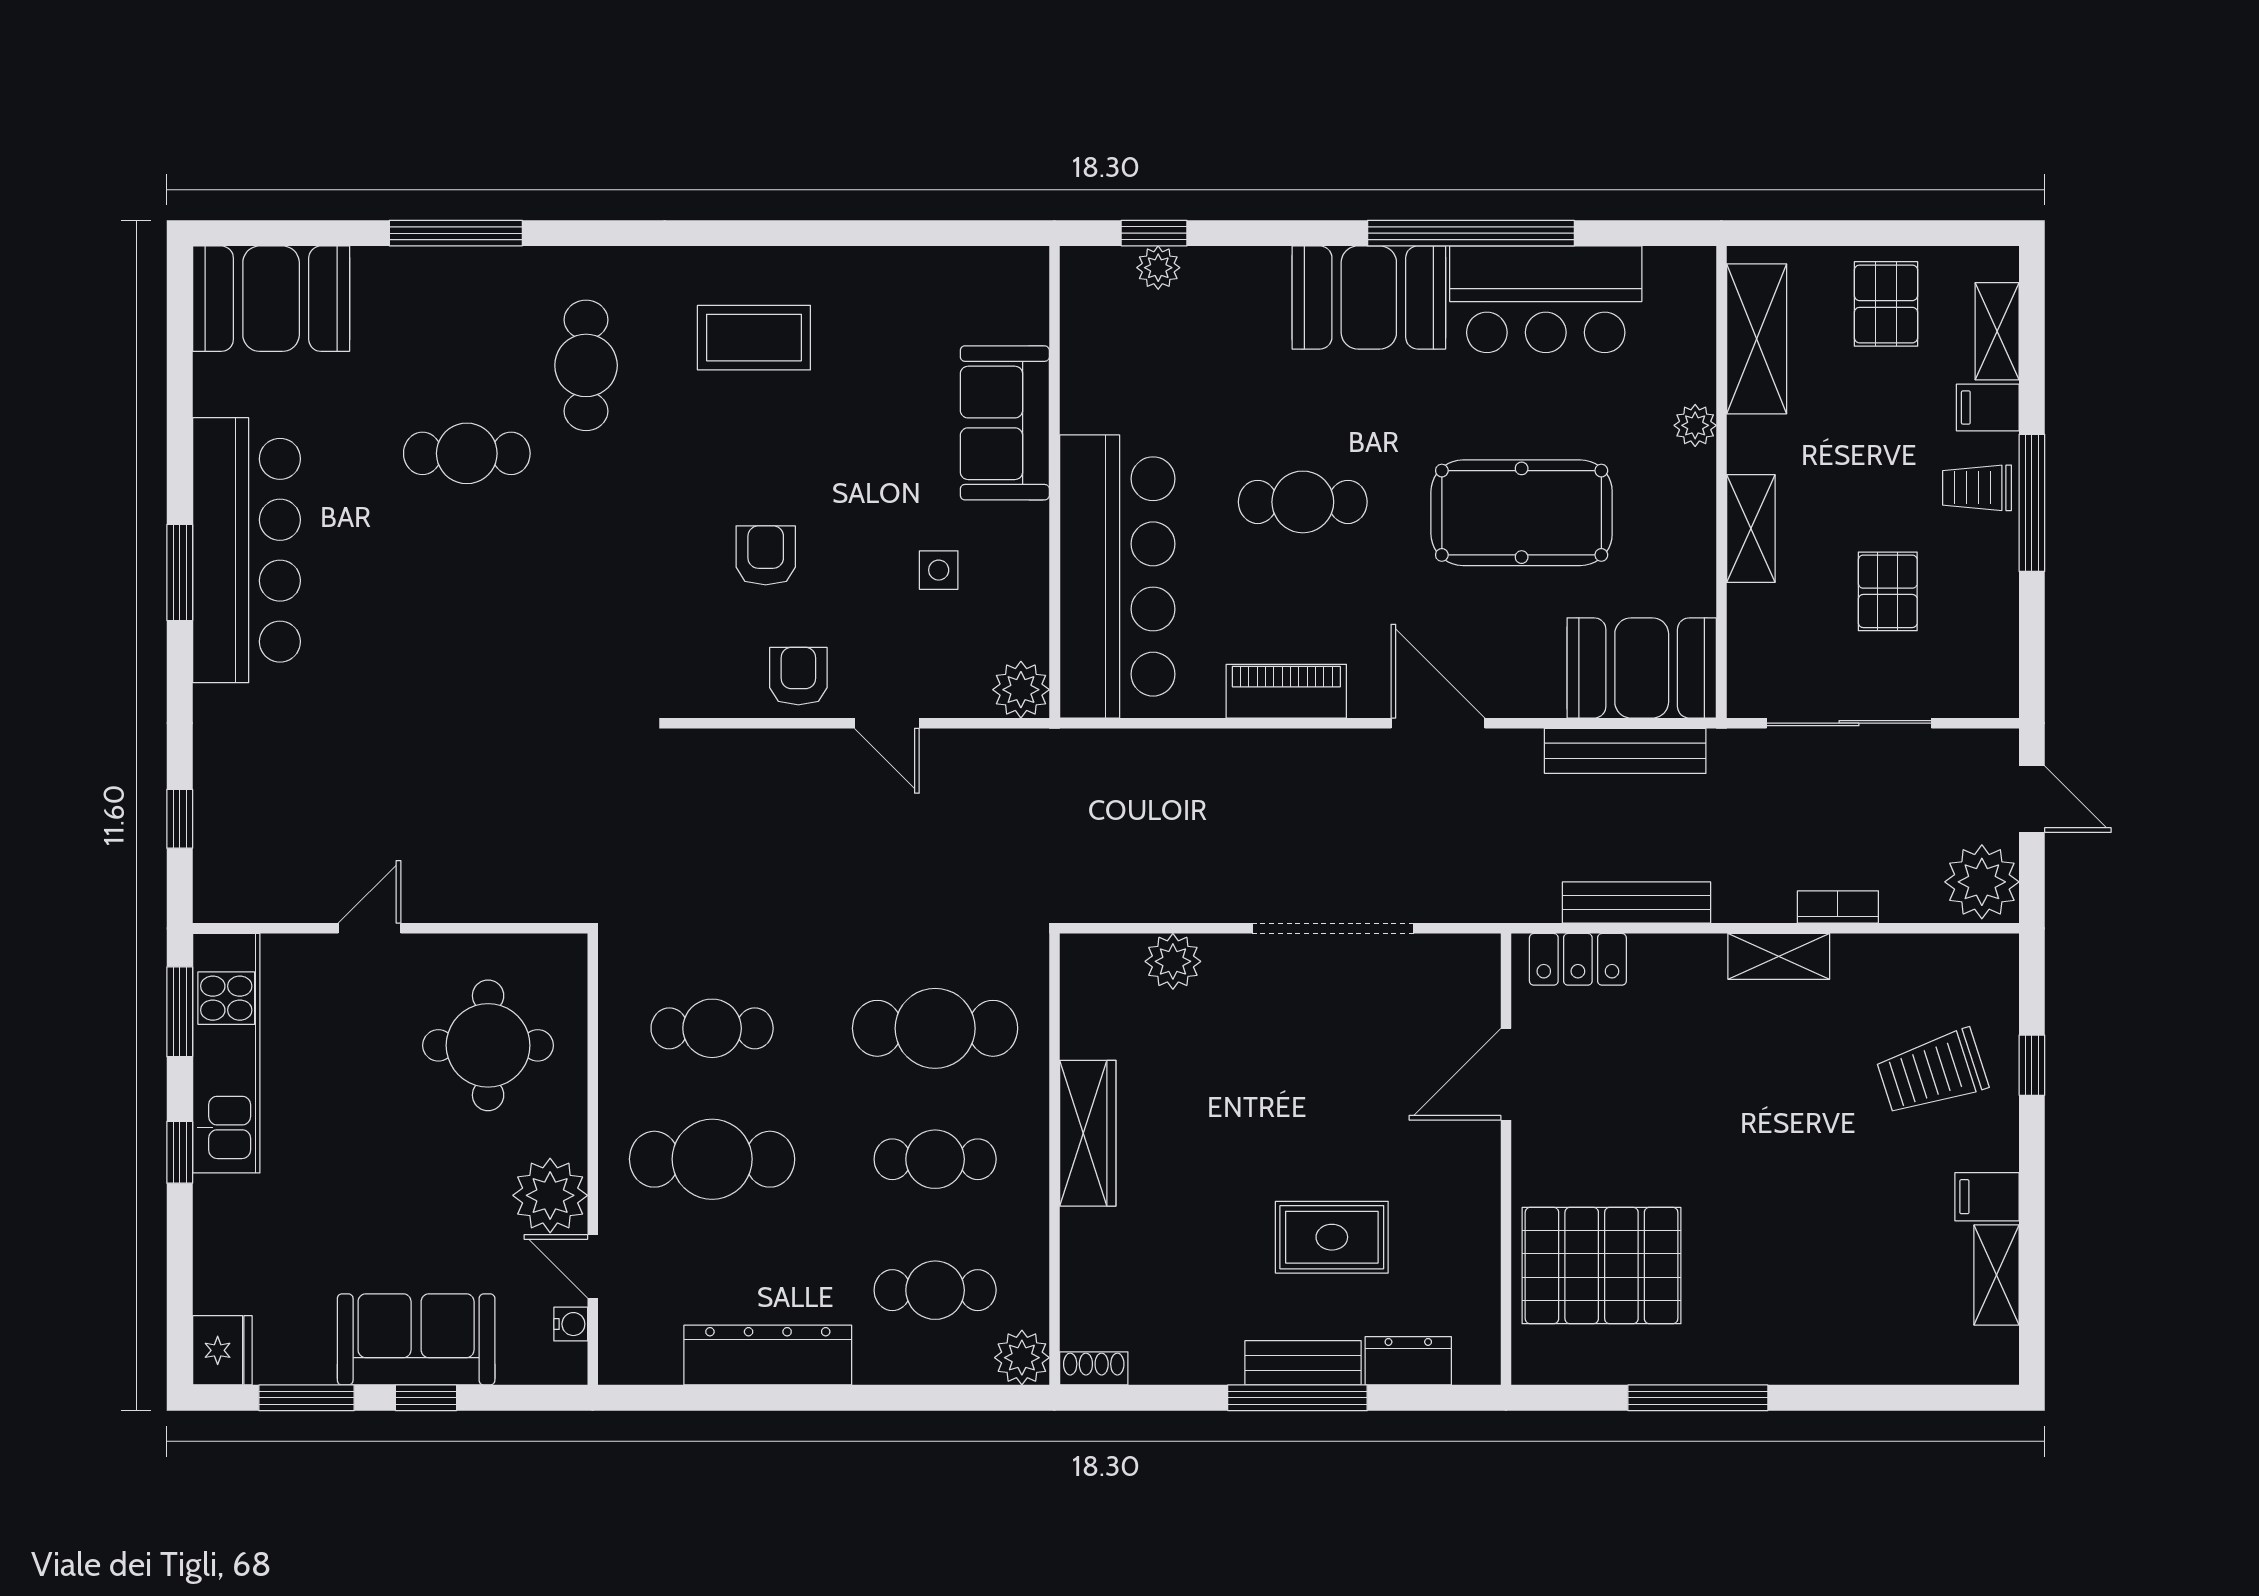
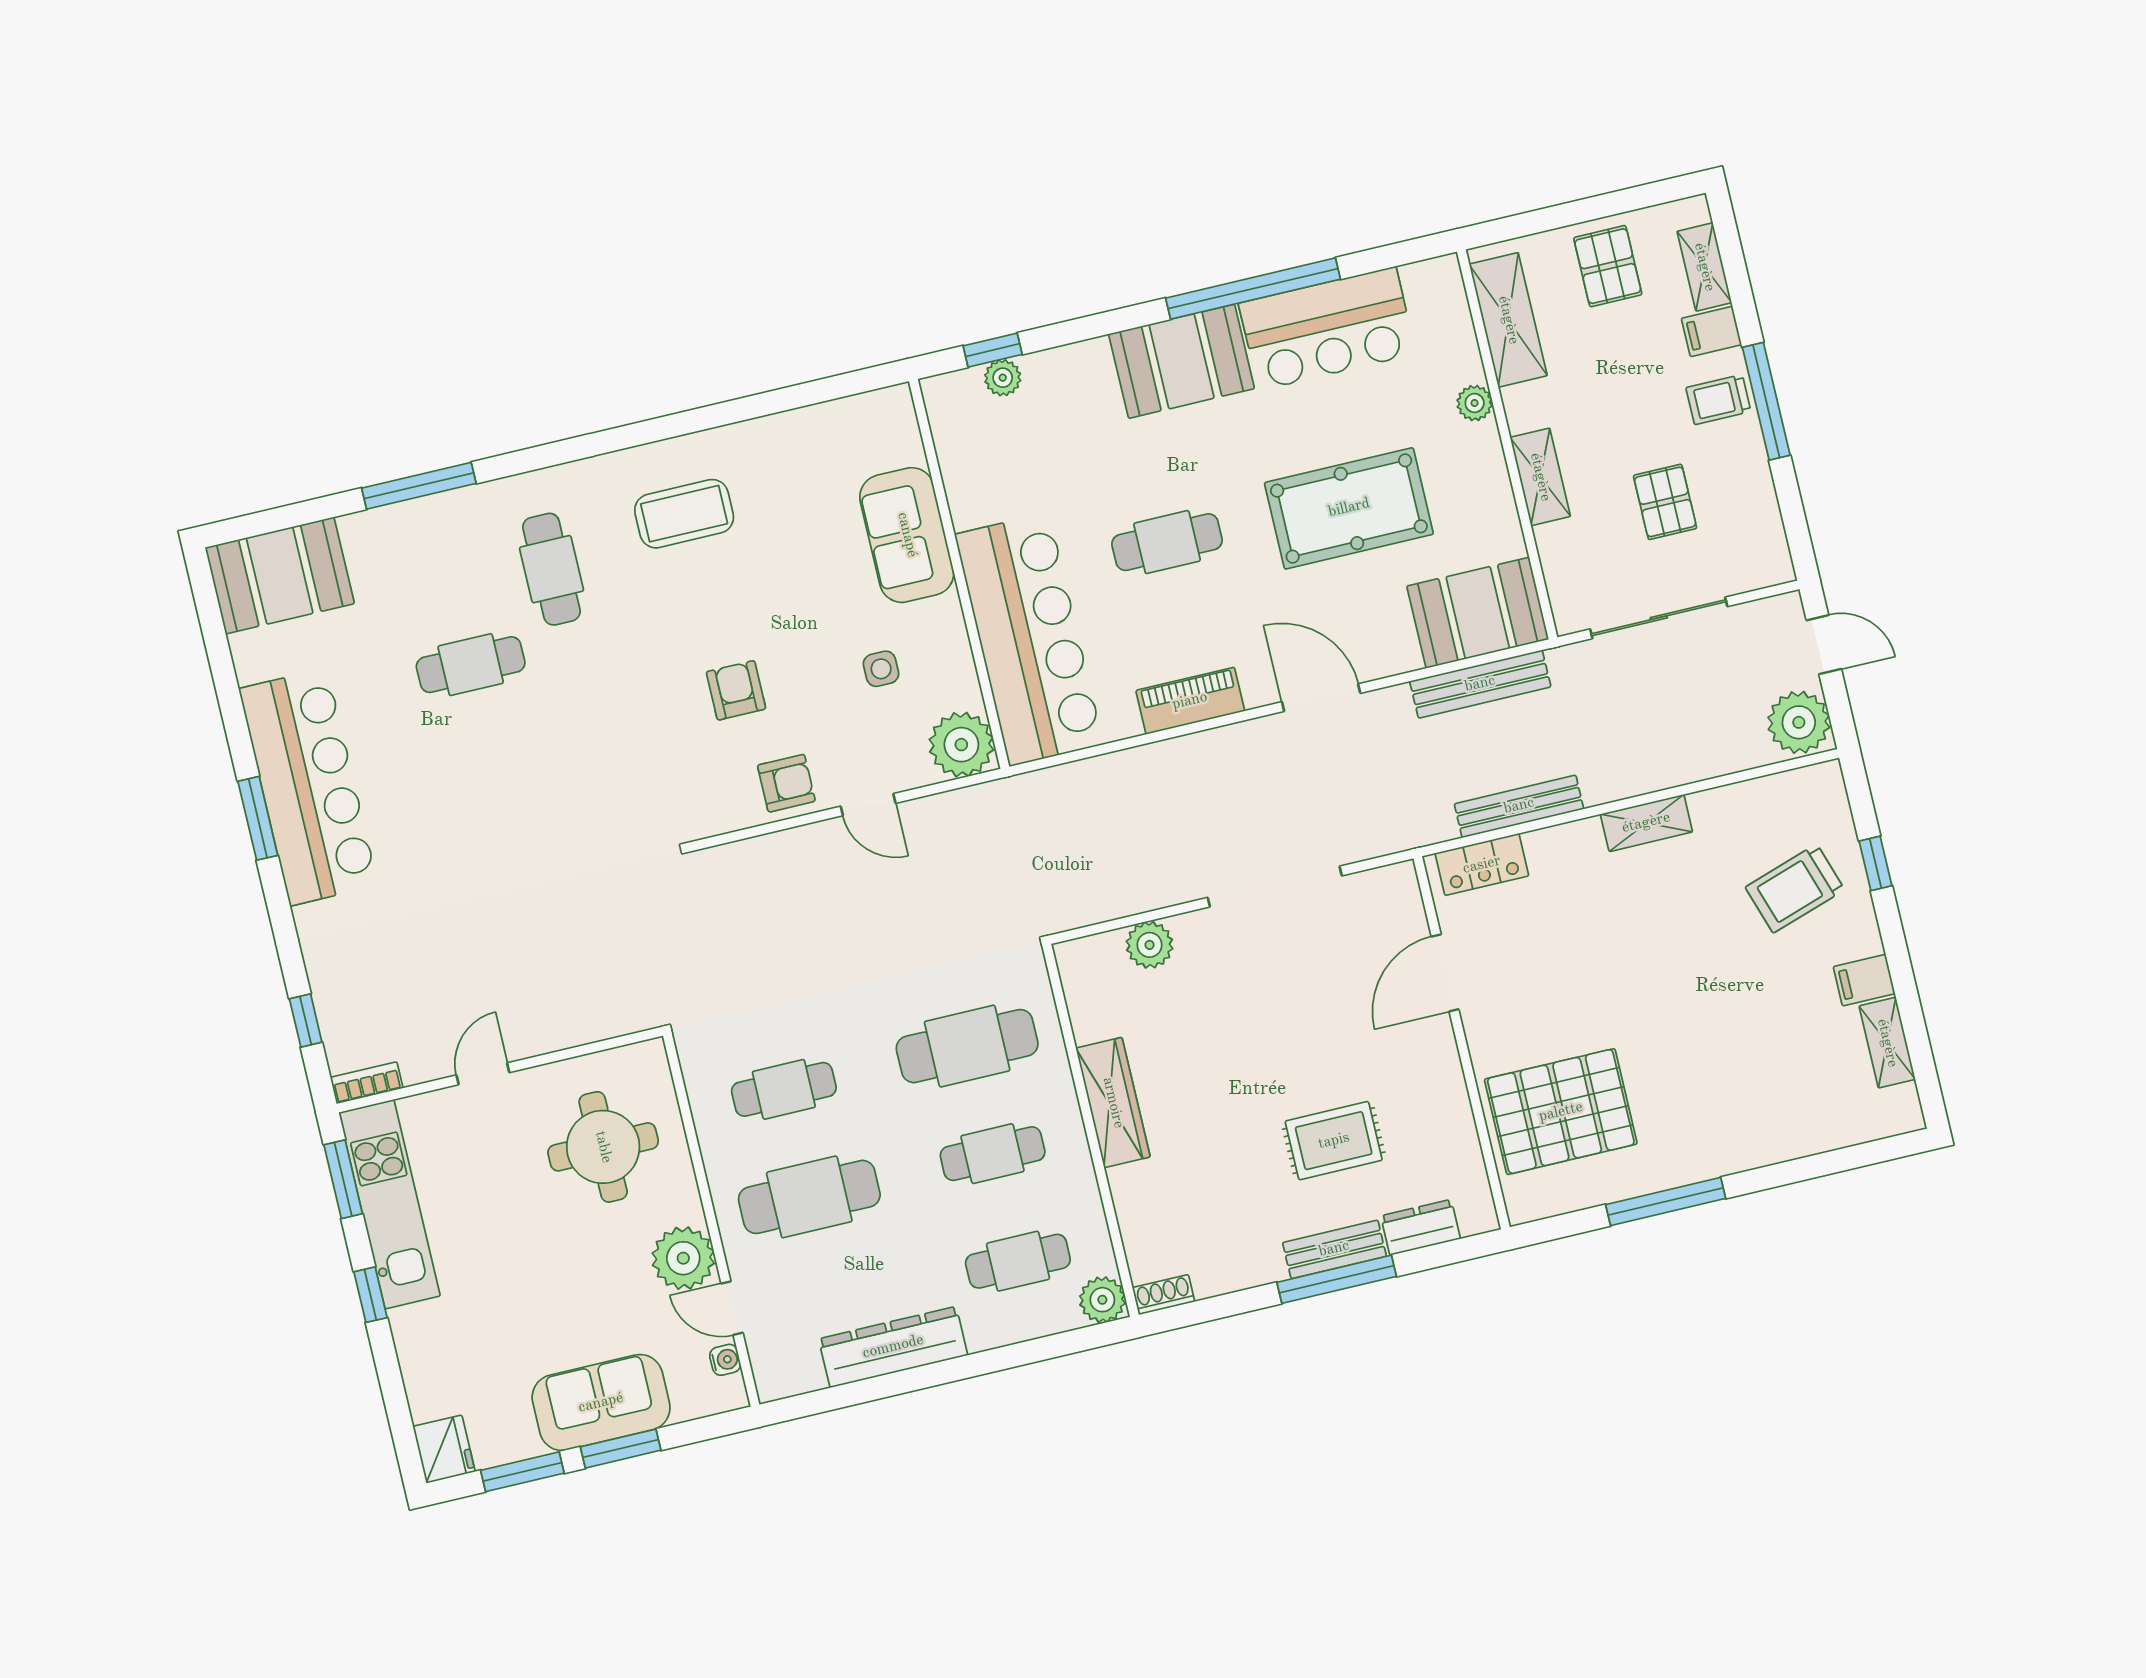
armchair: (798, 676) -> (786, 783), turned 90
plant: (1021, 690) -> (961, 745), width x1.36, depth x1.36
bookcase: (1838, 907) -> (367, 1083), moved
window: (426, 1398) -> (621, 1449), width x1.50

